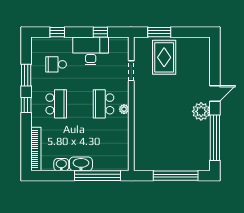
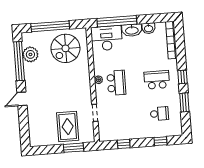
desk: (91, 51) -> (107, 38), moved, turned 180
school desk: (56, 104) -> (157, 80), turned 90
plant: (201, 111) -> (30, 54), moved
spiral stairs: (160, 149) -> (65, 48), added

